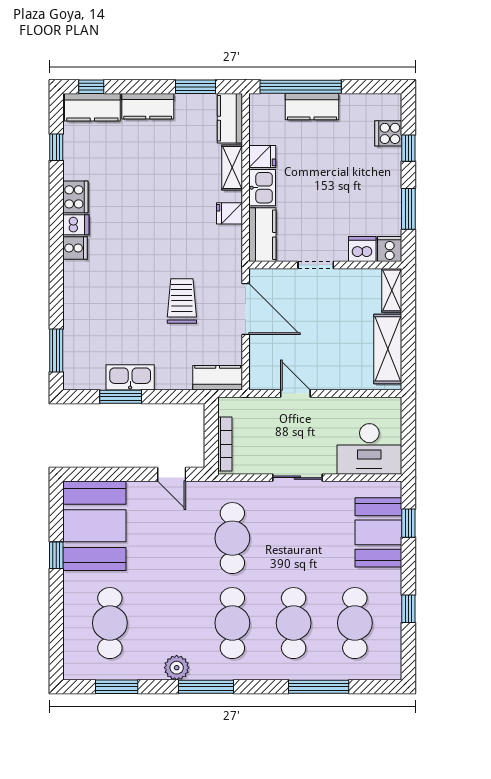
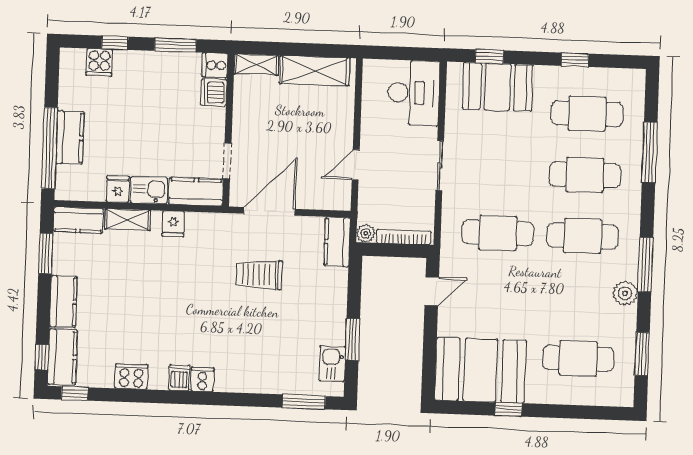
window: (56, 147) -> (75, 393), moved
cooker: (75, 197) -> (131, 376), moved
doorway: (316, 265) -> (227, 161), moved
kitchen sink: (130, 377) -> (332, 364), moved, width x0.73
plant: (227, 406) -> (366, 233), added

